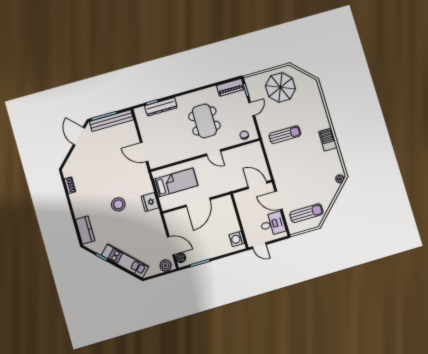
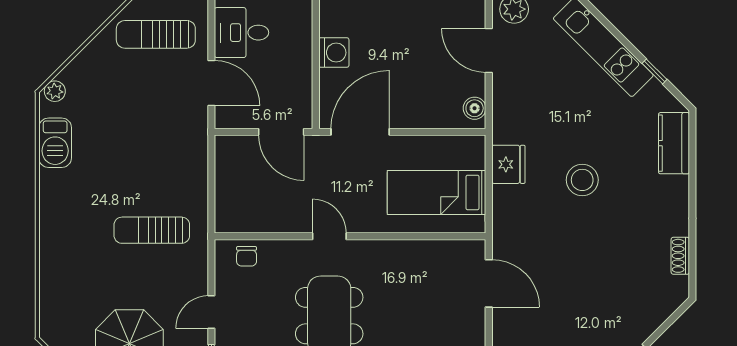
barbecue: (328, 140) -> (55, 143), moved
door: (258, 185) -> (281, 132), moved
door: (198, 202) -> (360, 132), moved
washing machine: (237, 239) -> (334, 53), moved
boiler: (181, 258) -> (475, 108), moved

